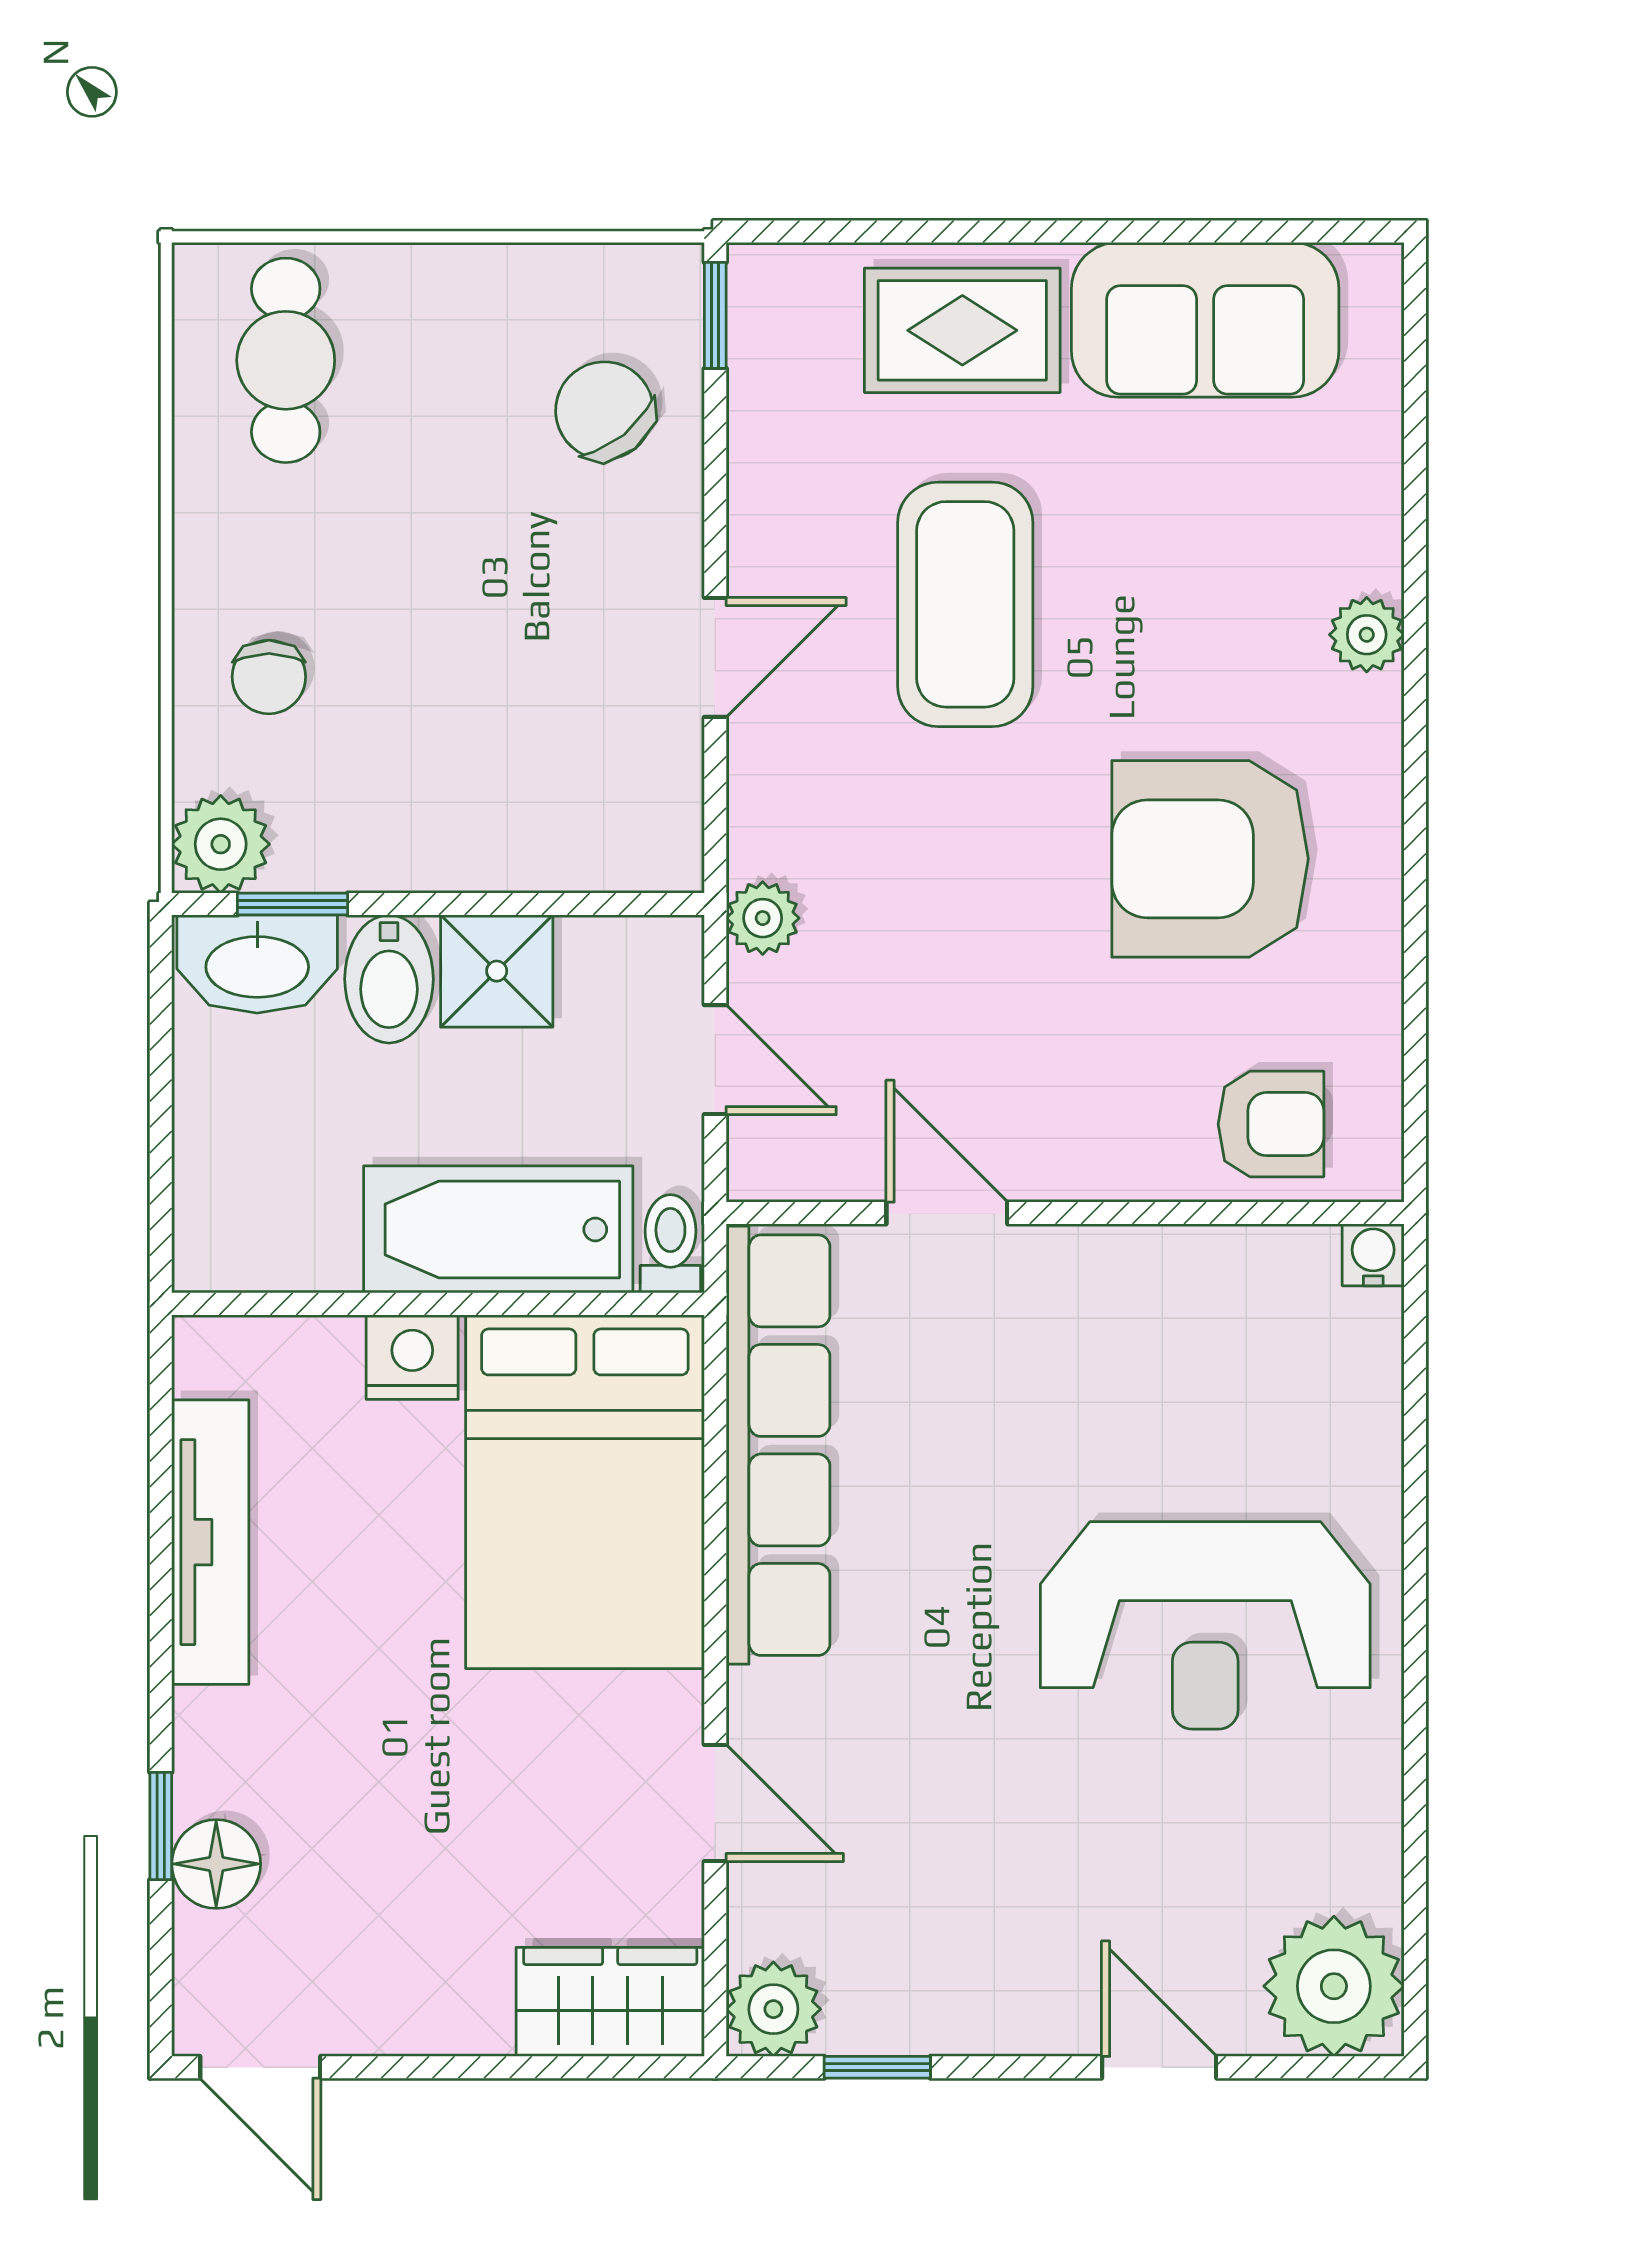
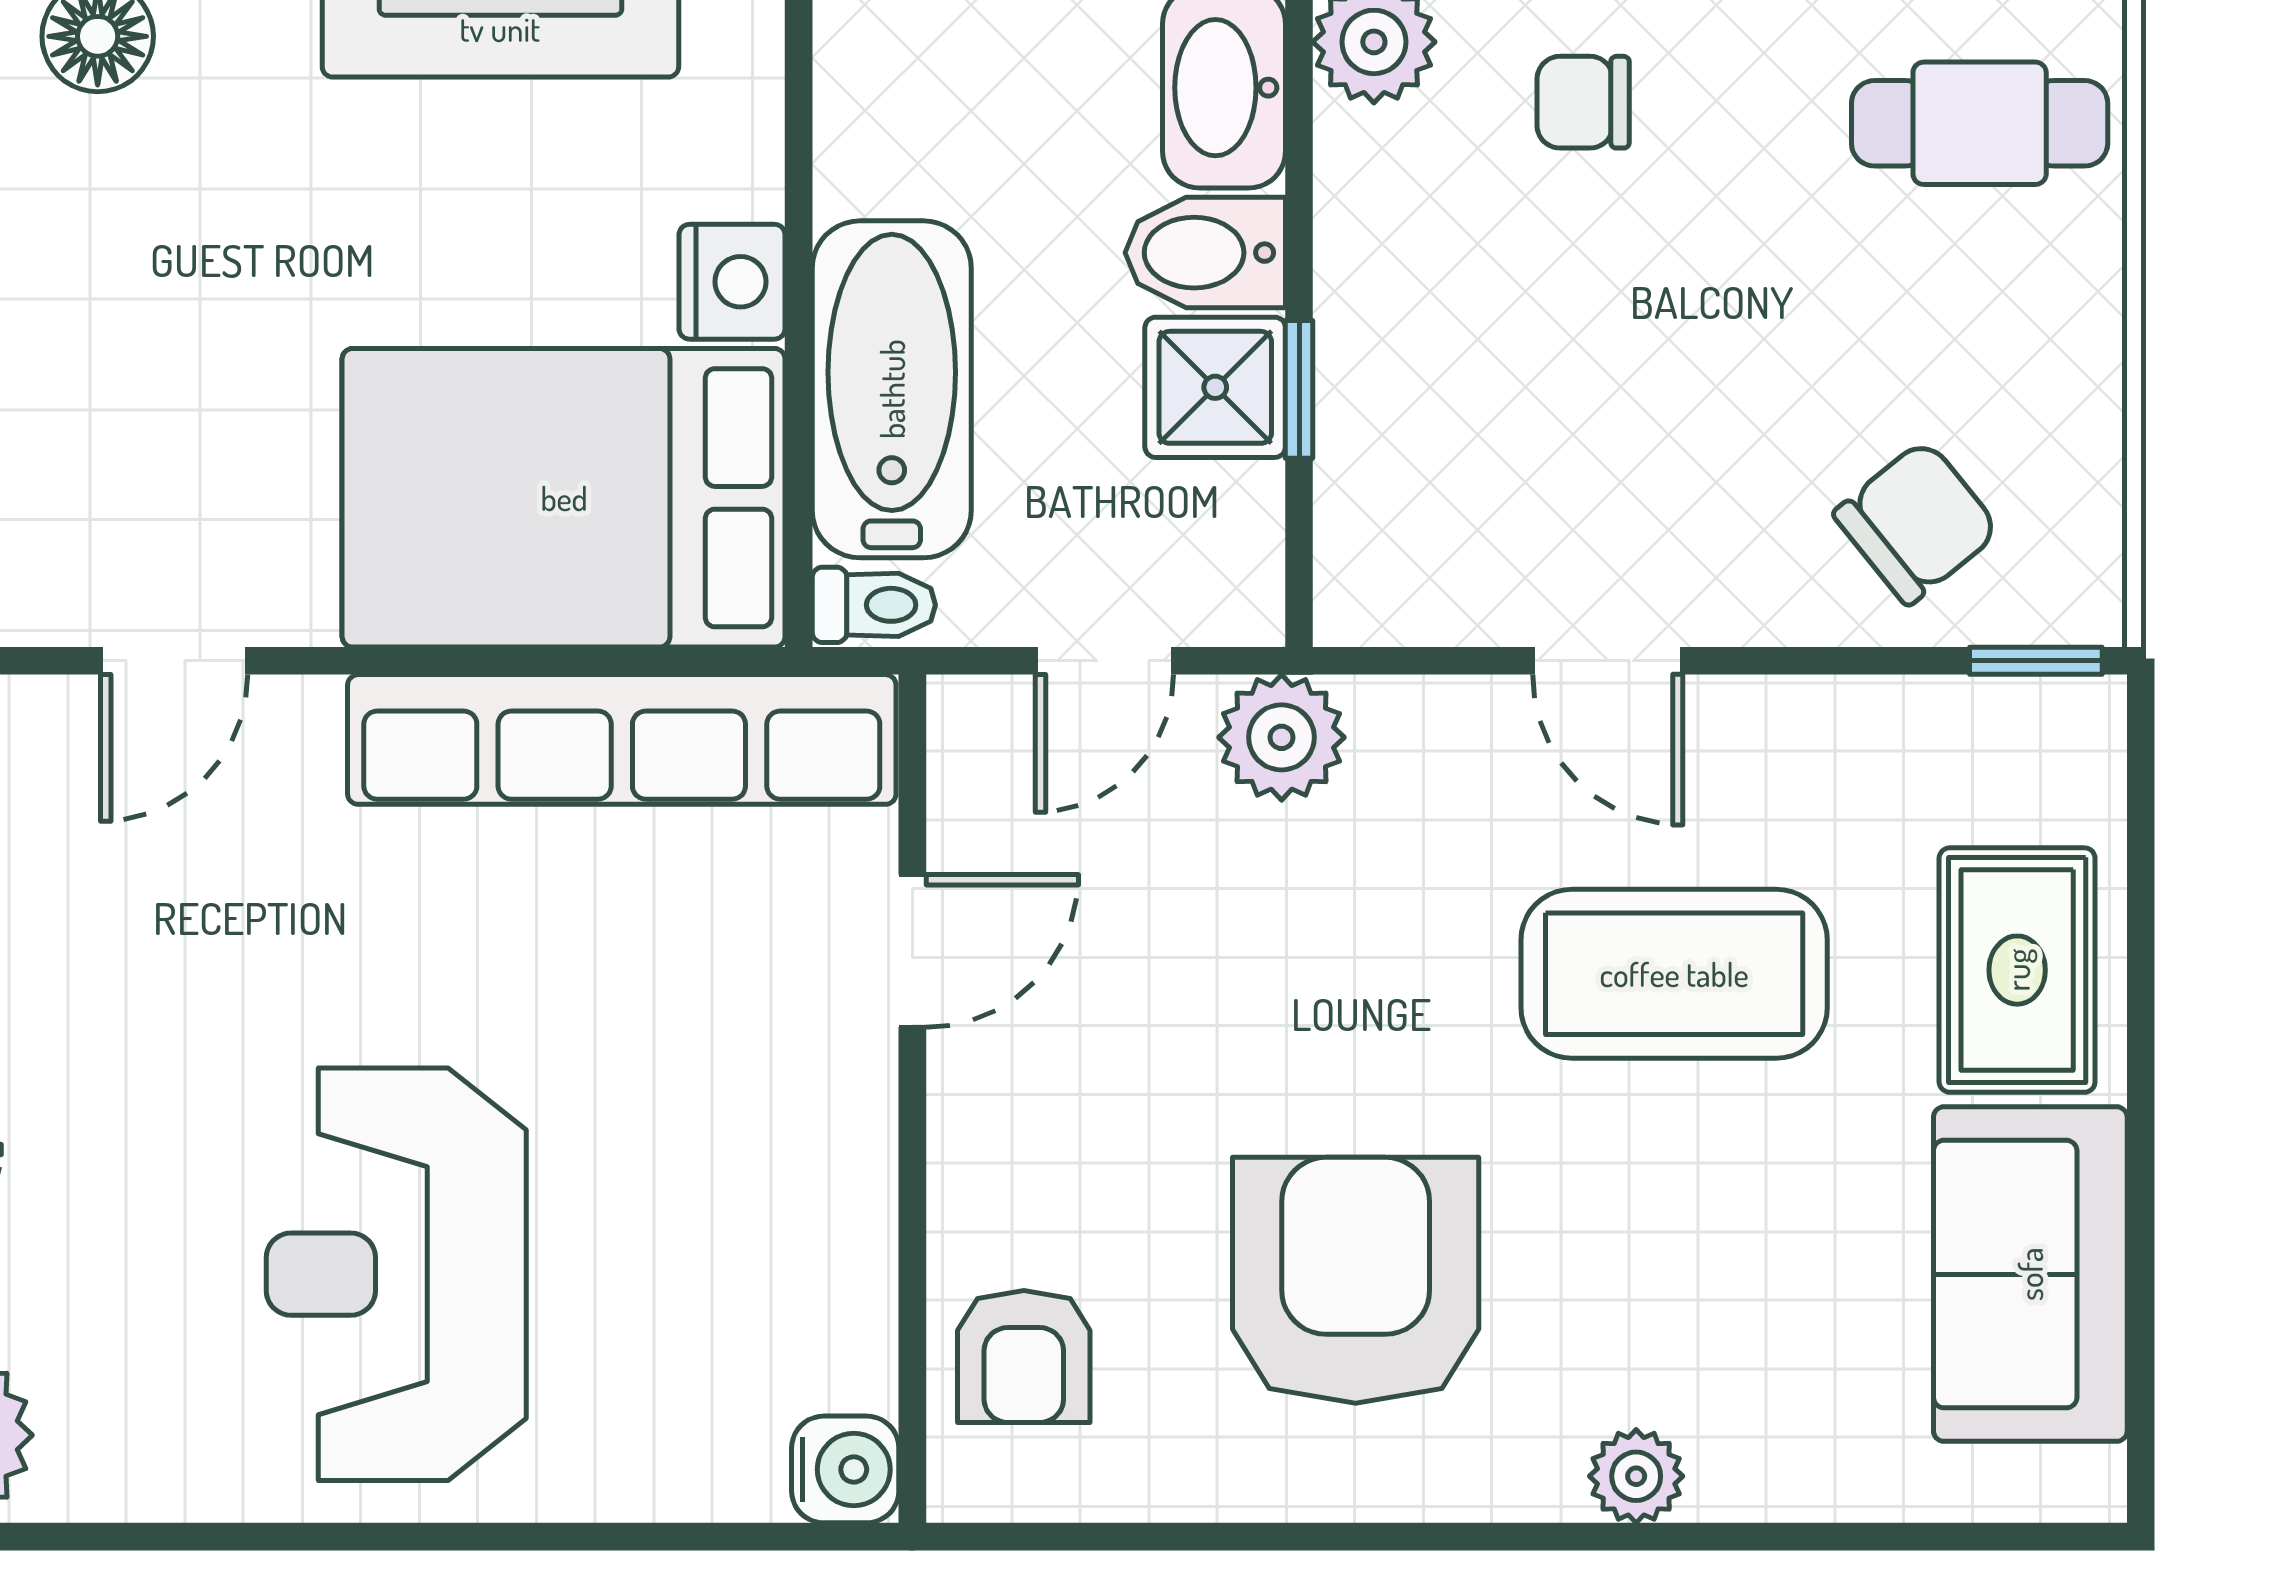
window: (293, 904) -> (1299, 389), moved
plant: (763, 918) -> (1282, 737), width x1.38, depth x1.38
water cooler: (1373, 1255) -> (845, 1469), width x1.38, depth x1.38

